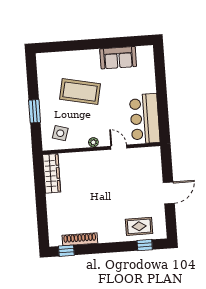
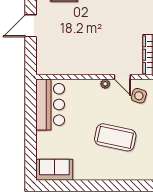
sofa: (118, 58) -> (54, 170), moved
door: (119, 147) -> (122, 77), moved

